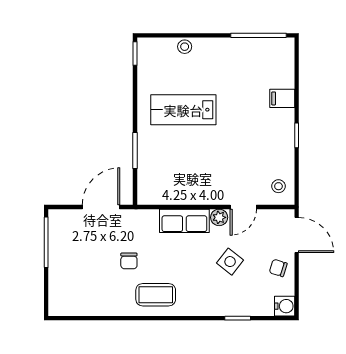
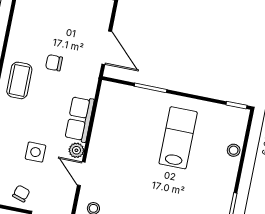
side table: (230, 262) -> (35, 152), turned -38

